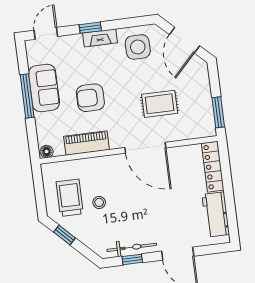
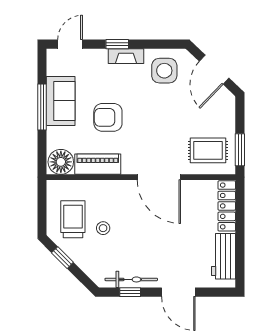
rug: (160, 104) -> (208, 150), moved
floor lamp: (47, 151) -> (61, 162), width x1.89, depth x1.89

